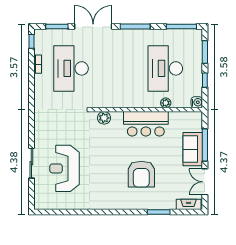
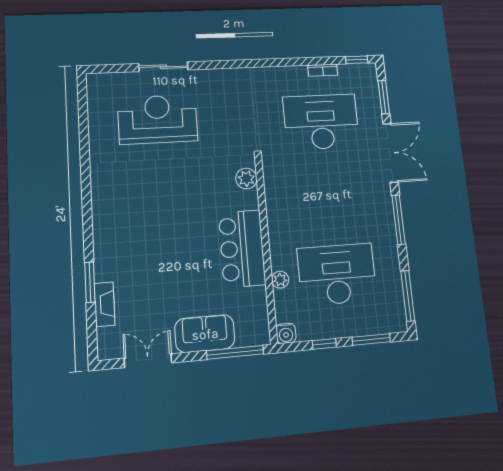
window: (205, 145) -> (235, 352), moved
armchair: (141, 174) -> (155, 247), removed
fireplace: (189, 204) -> (105, 304), moved

